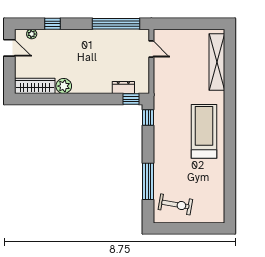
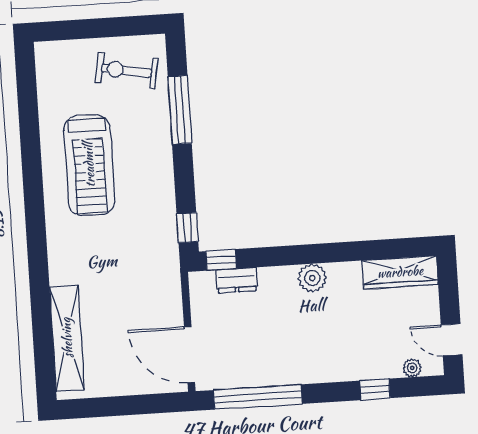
door: (151, 49) -> (189, 354), width x1.88
plant: (64, 86) -> (312, 278), moved
treadmill: (204, 131) -> (89, 165), moved

